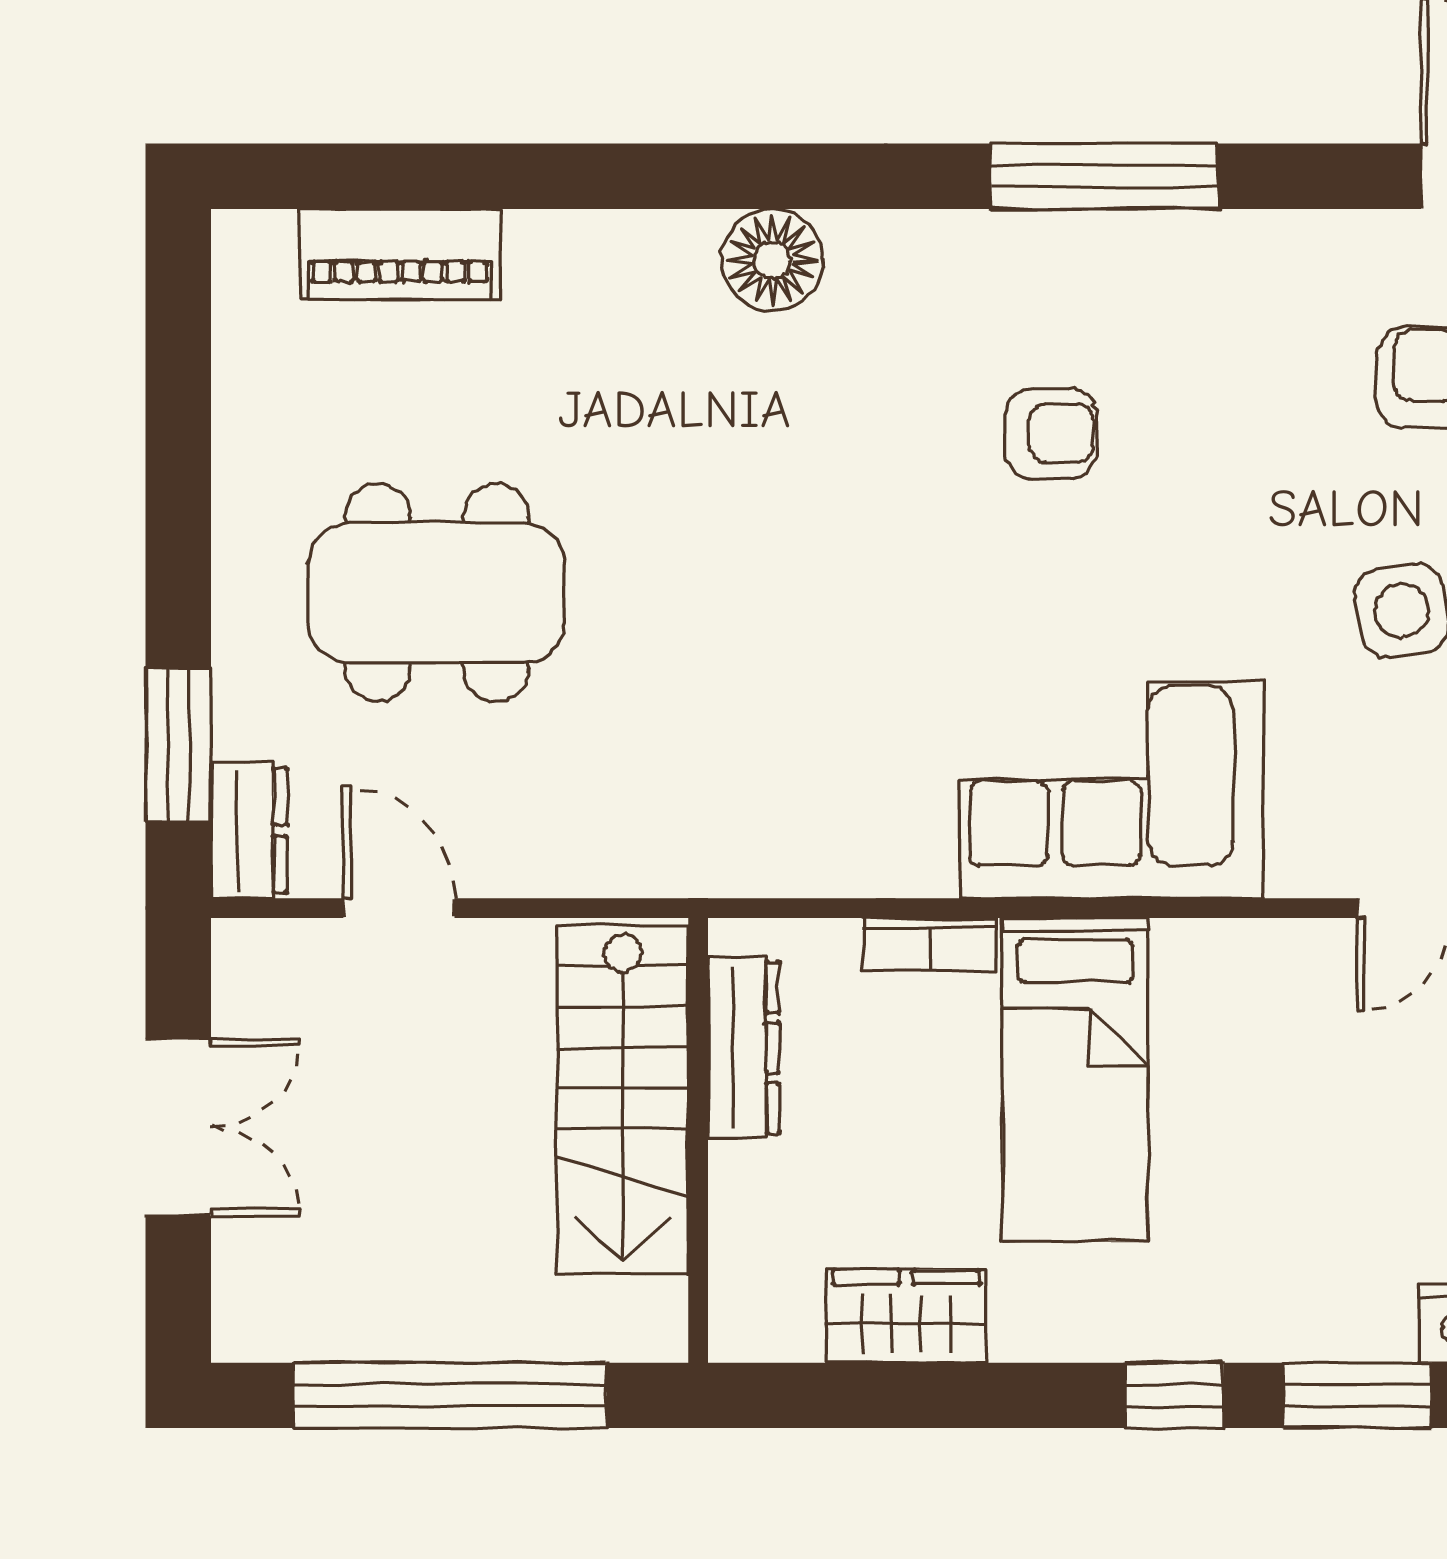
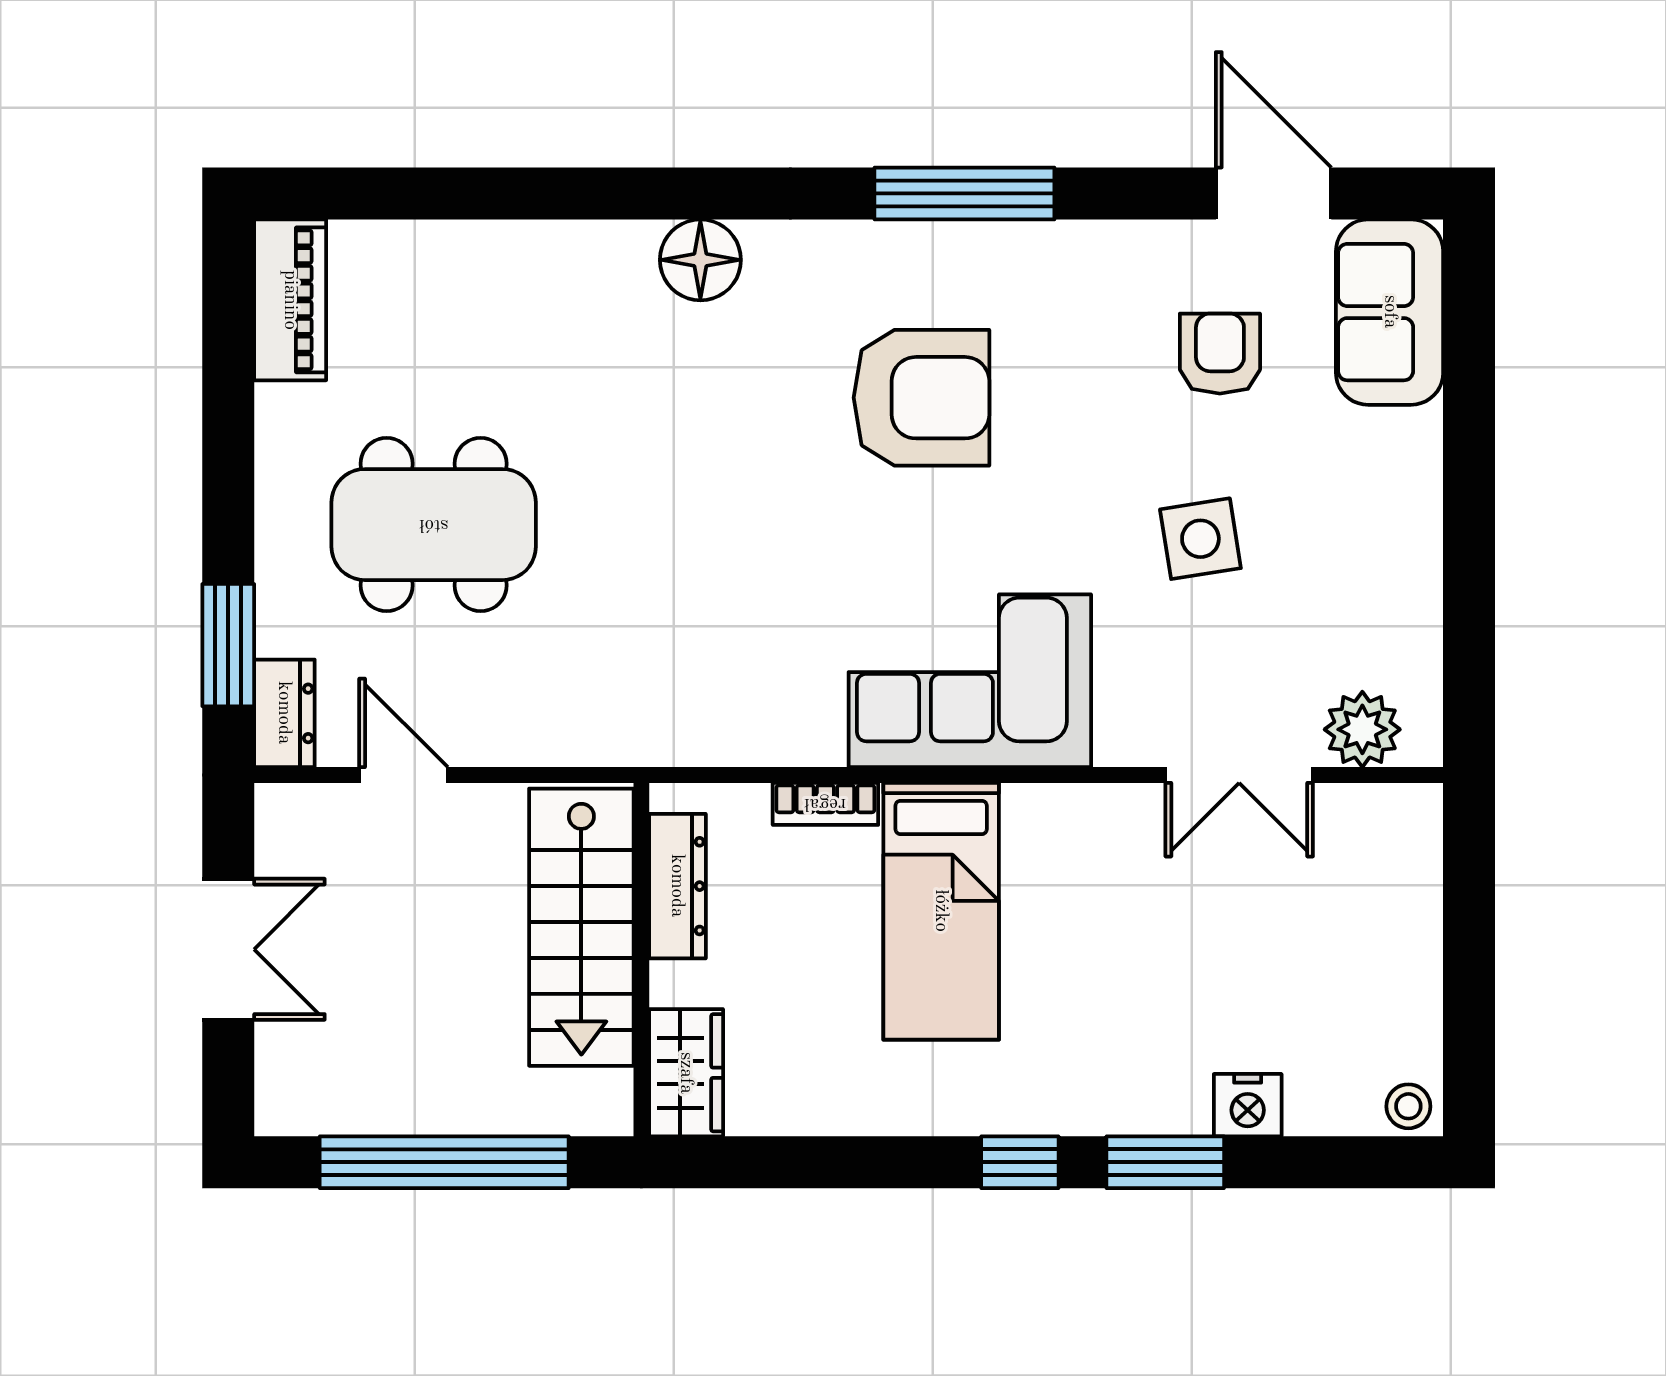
piano: (400, 254) -> (290, 300), moved, turned -90
armchair: (1051, 433) -> (921, 398), width x1.88, depth x1.88
wardrobe: (906, 1316) -> (686, 1073), moved, turned 90

